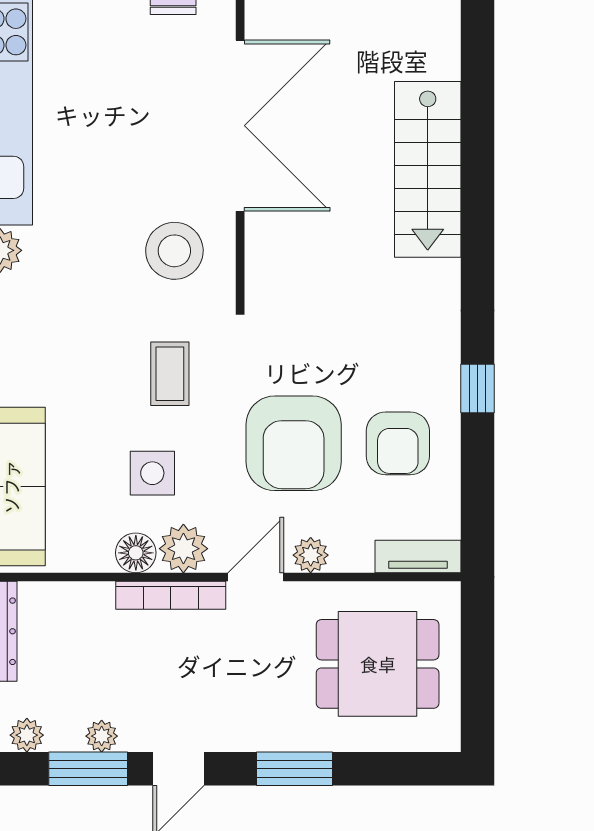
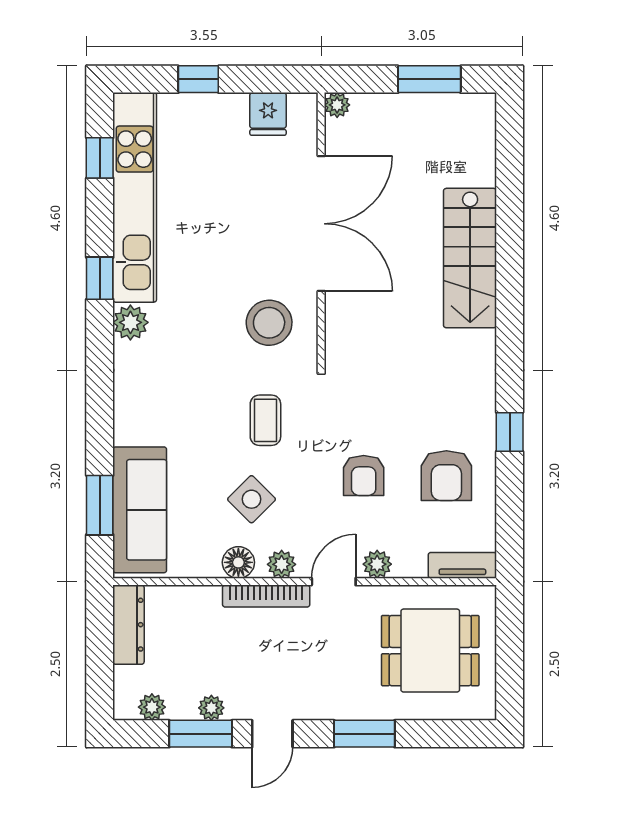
armchair: (294, 443) -> (364, 475), width x0.53, depth x0.53
side table: (152, 473) -> (252, 499), turned 45
plant: (183, 549) -> (282, 564), width x0.73, depth x0.73

